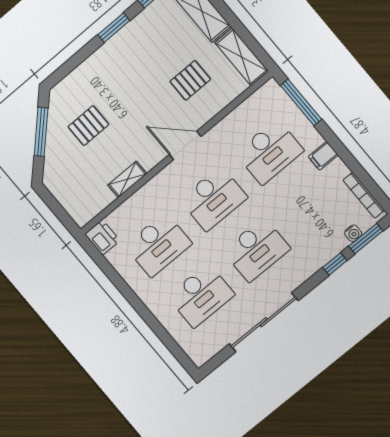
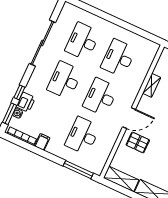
pallet: (190, 80) -> (138, 142), moved, turned 90
filing cabinet: (323, 156) -> (42, 142), moved
printer: (102, 237) -> (26, 102), moved, turned -90

